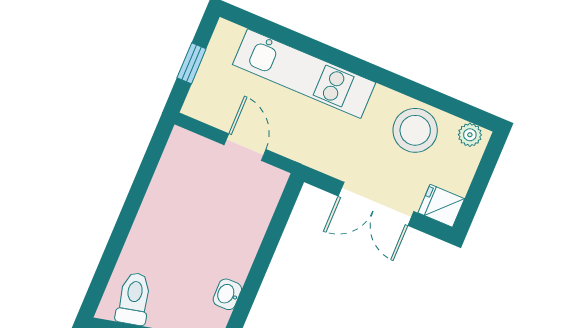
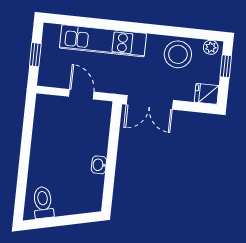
window: (484, 172) -> (226, 66), added
double door: (376, 204) -> (150, 102), moved
washbasin: (227, 294) -> (99, 165), moved

